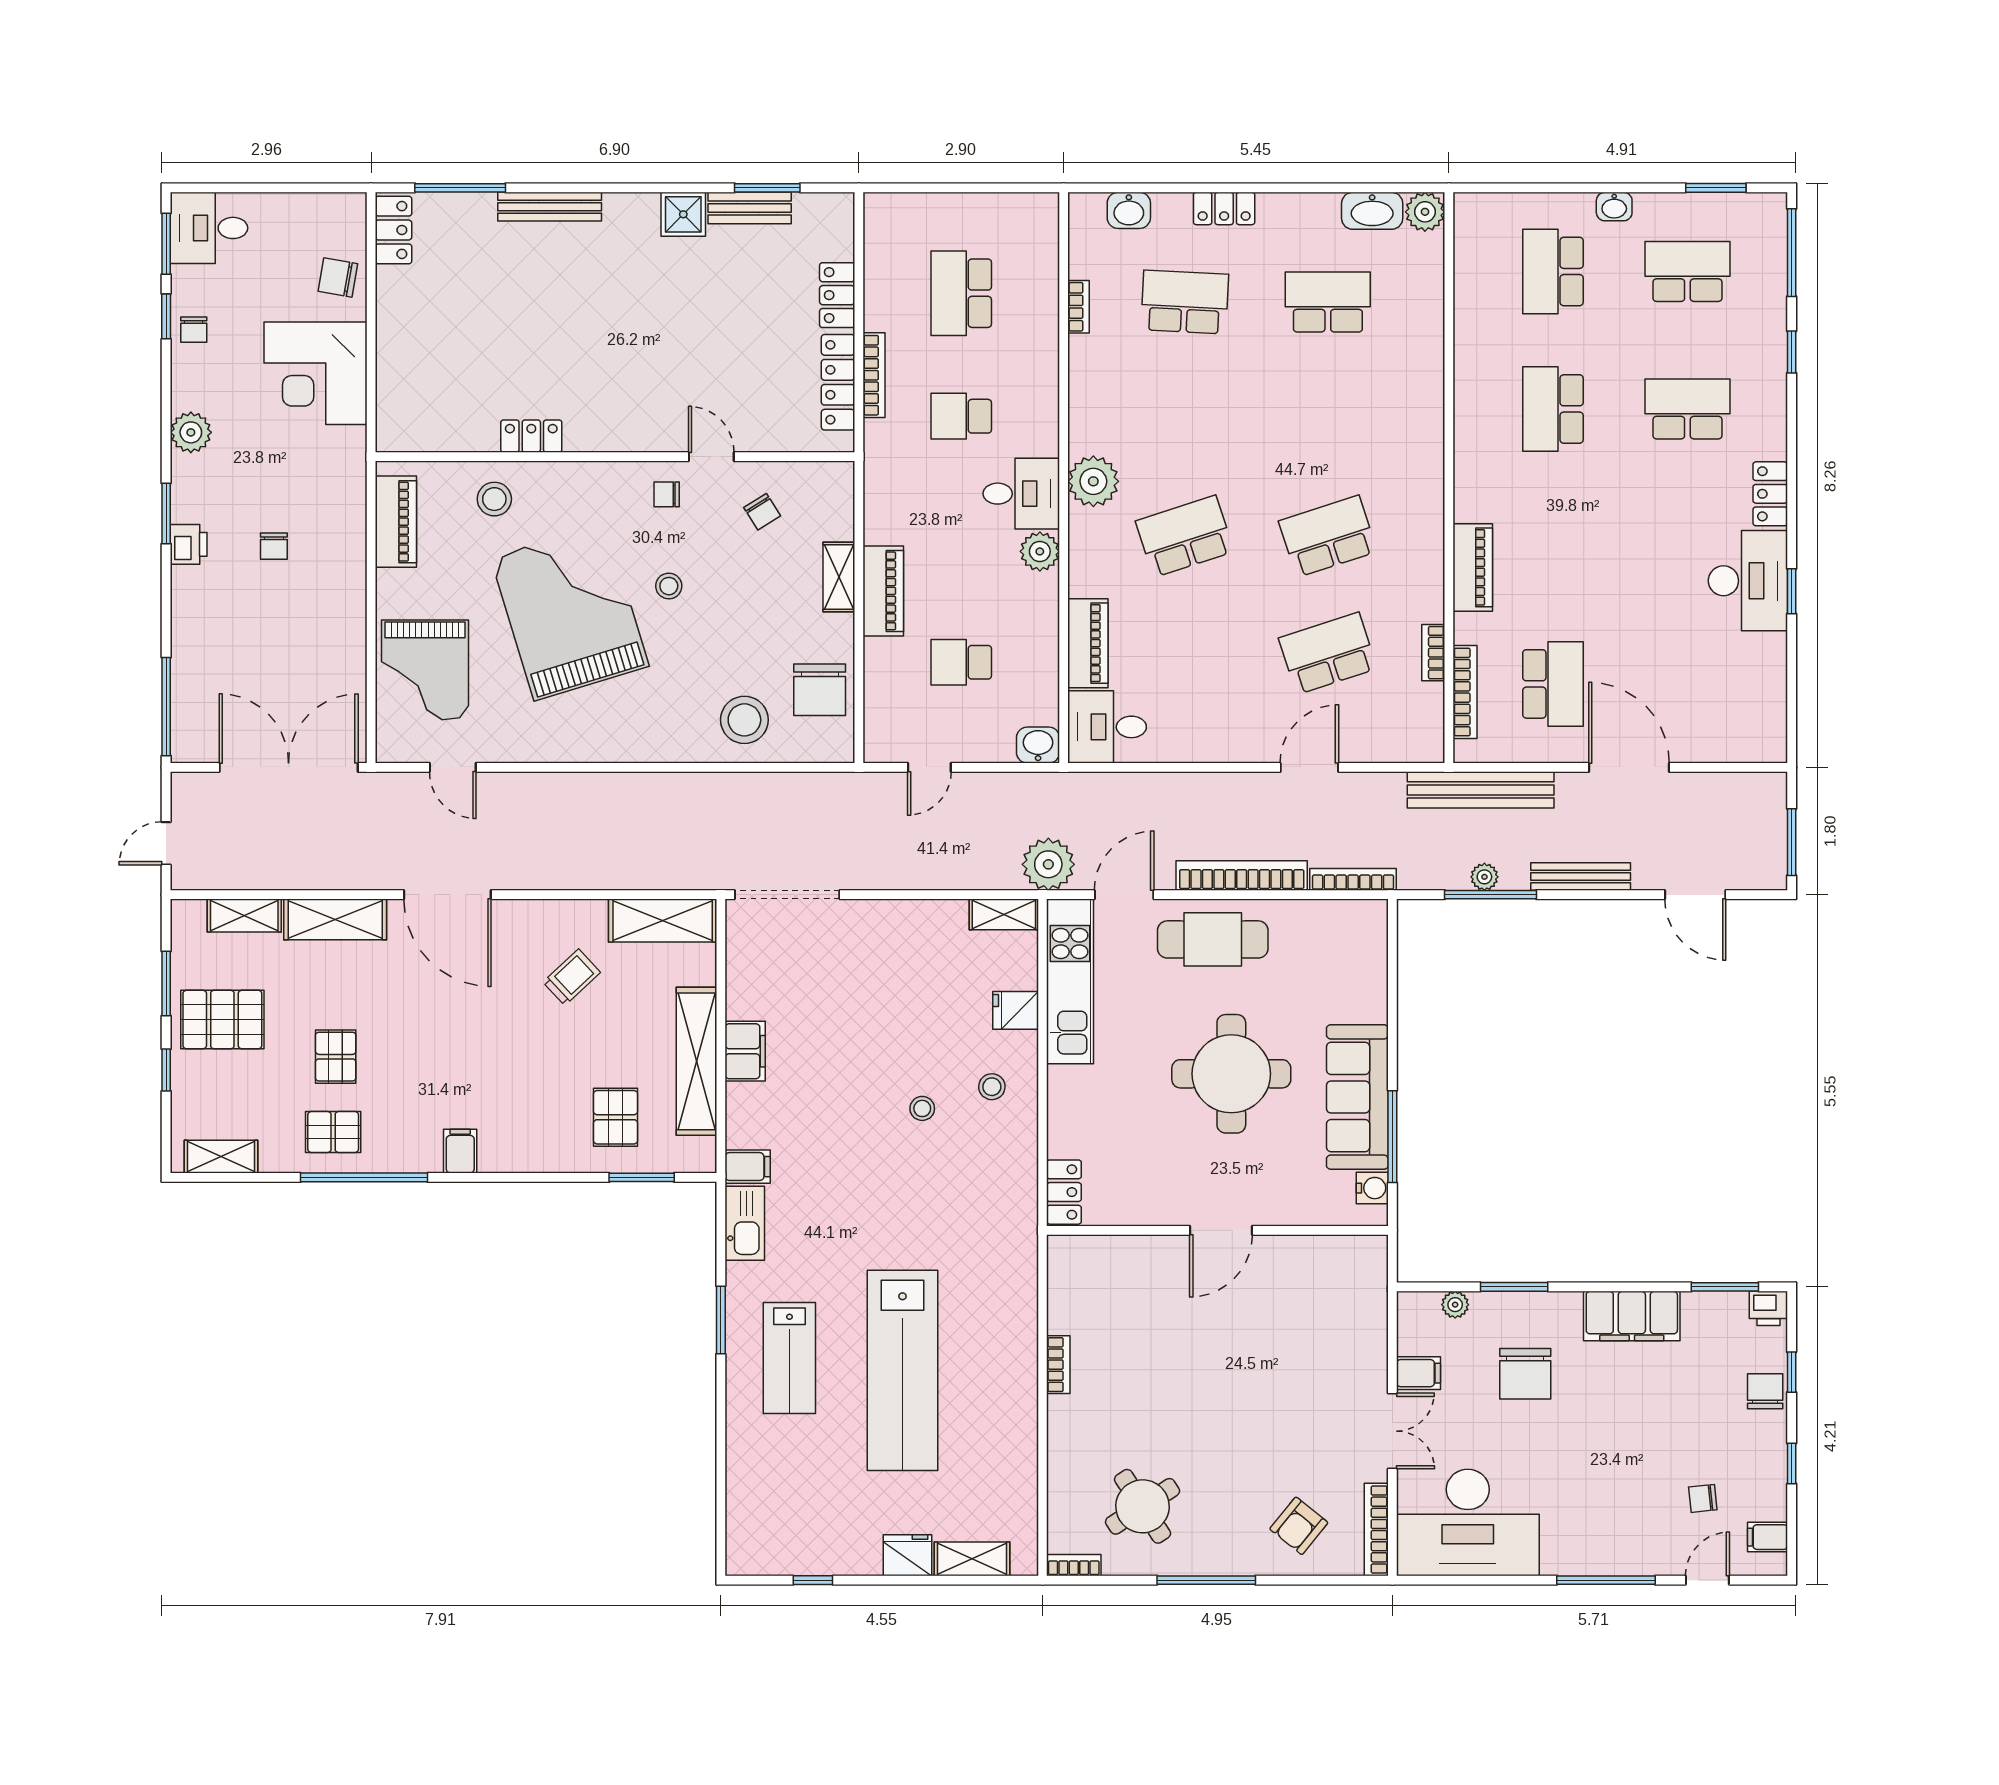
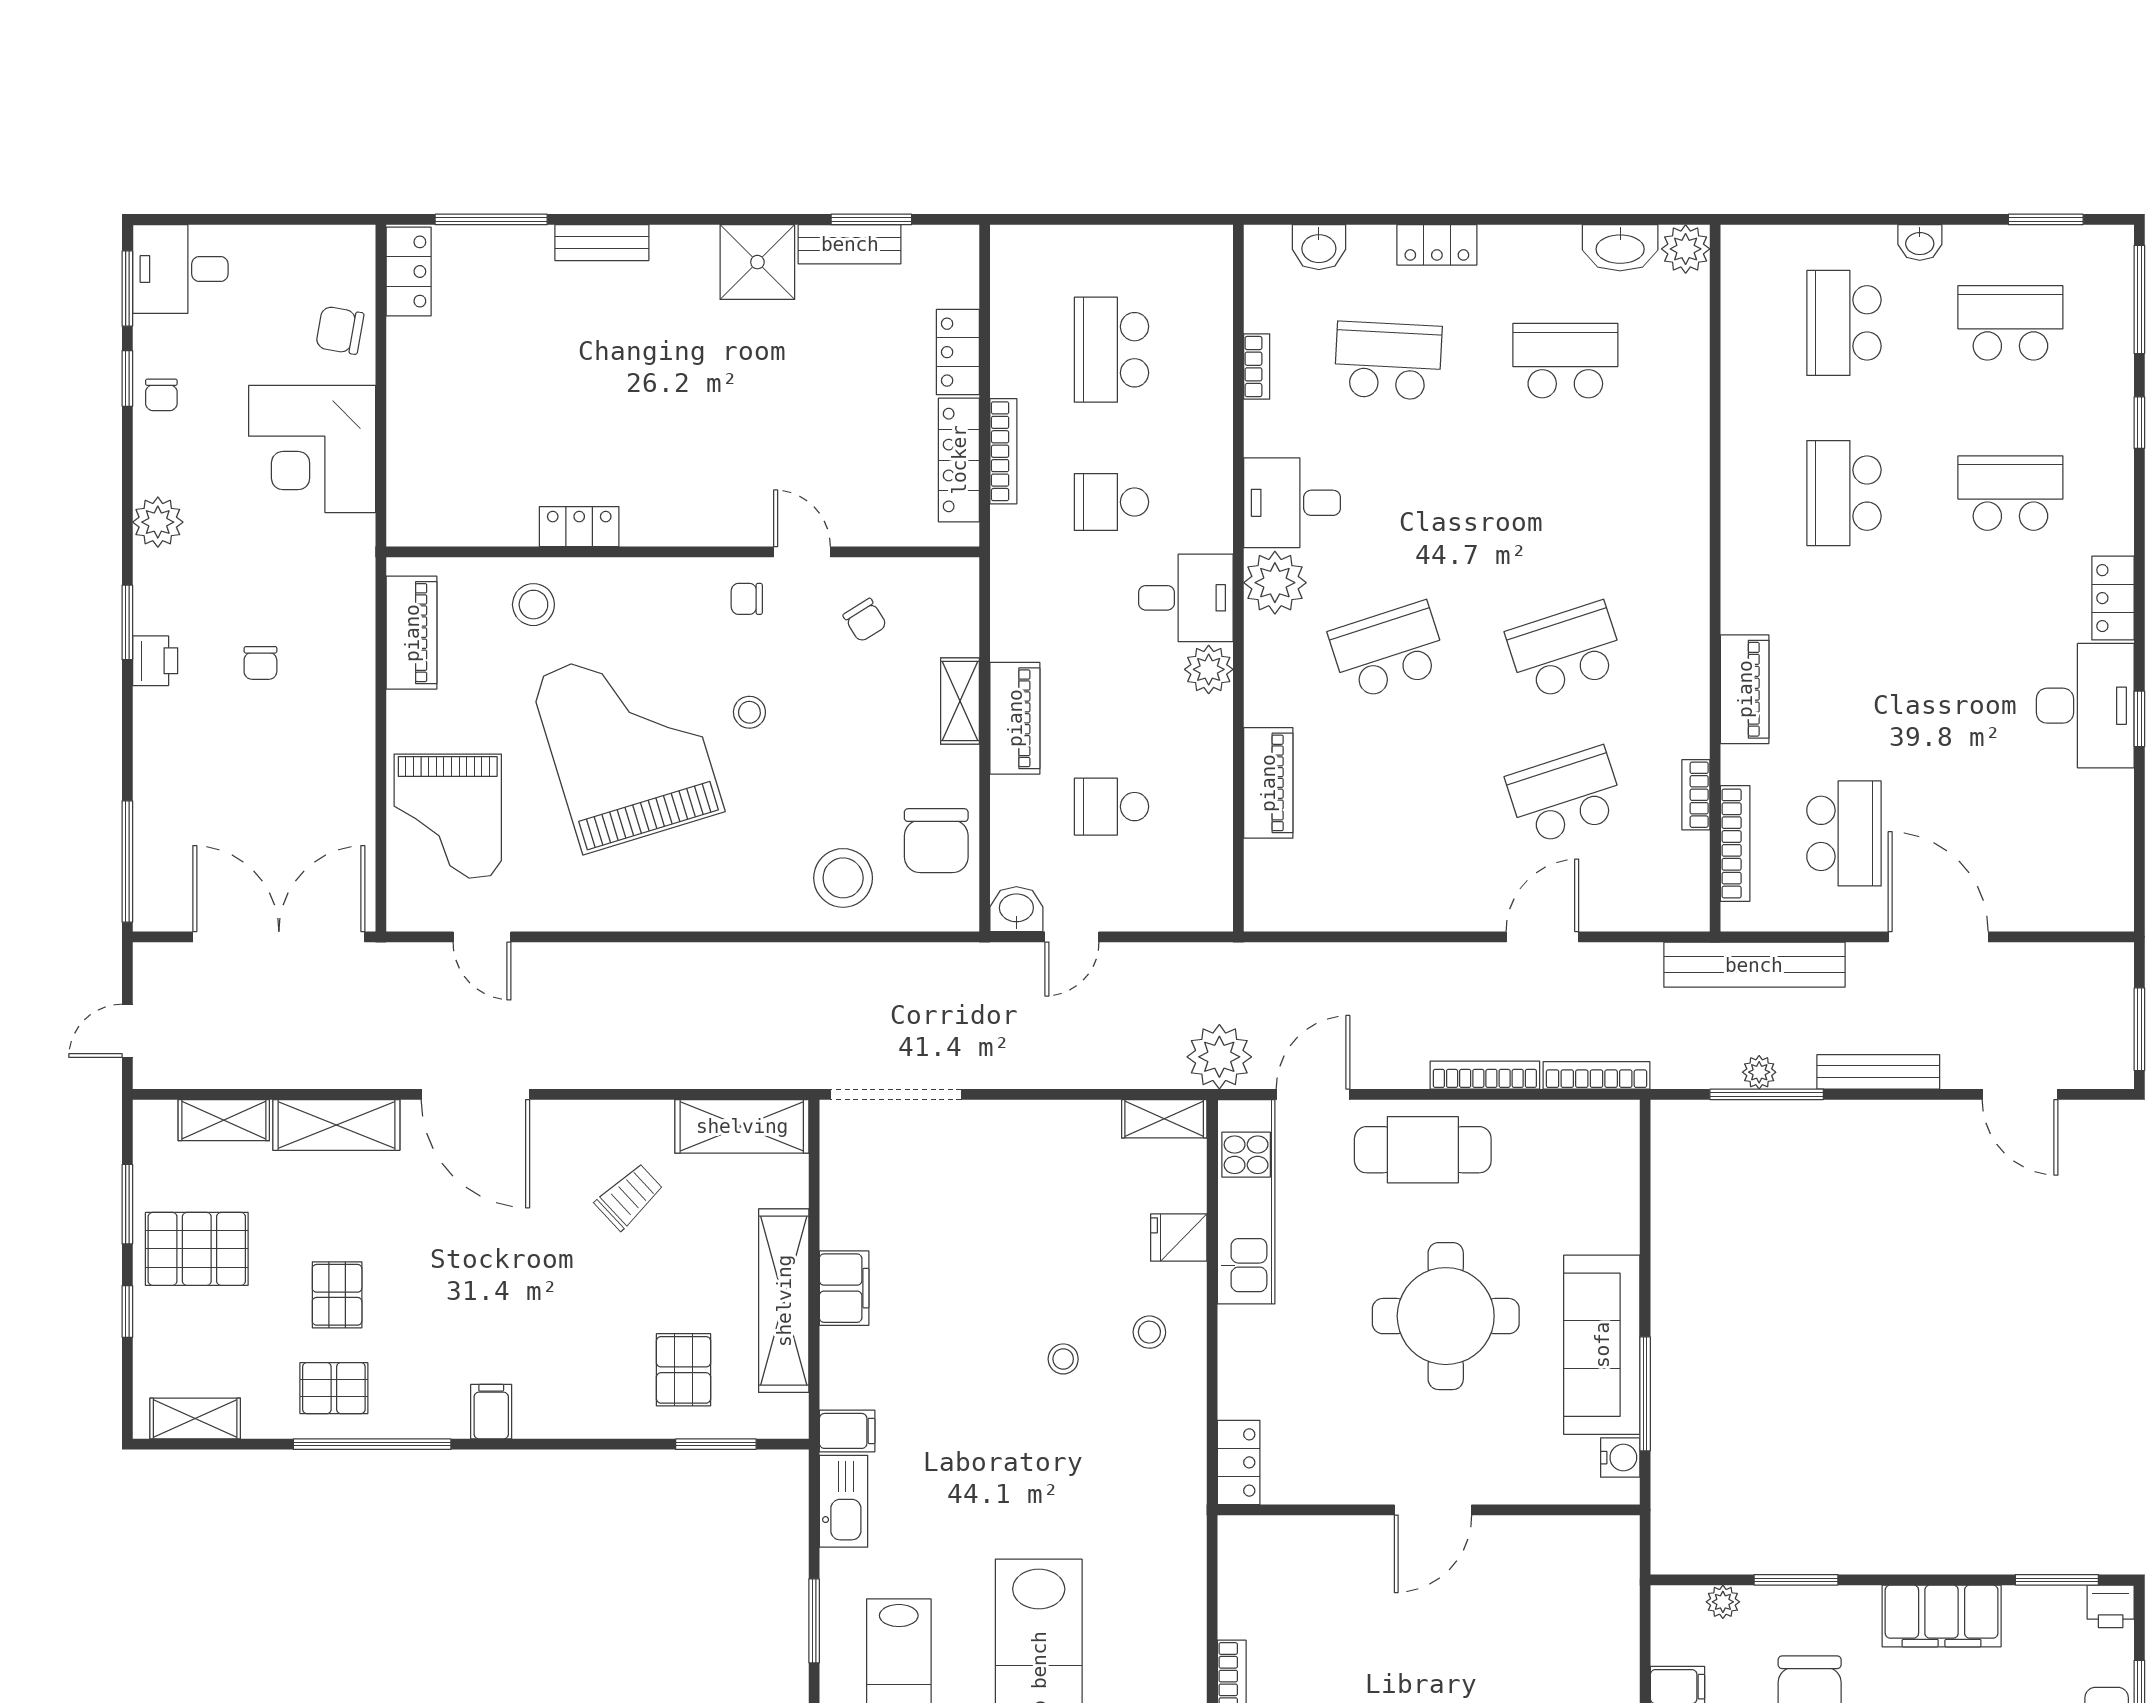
bench: (550, 207) -> (602, 243), width x0.73
shower: (683, 214) -> (757, 262), width x1.36, depth x1.36
desk: (1107, 727) -> (1292, 503), moved
washbasin: (1038, 745) -> (1016, 909), moved
bookcase: (1242, 876) -> (1485, 1075), width x0.68, depth x0.76

